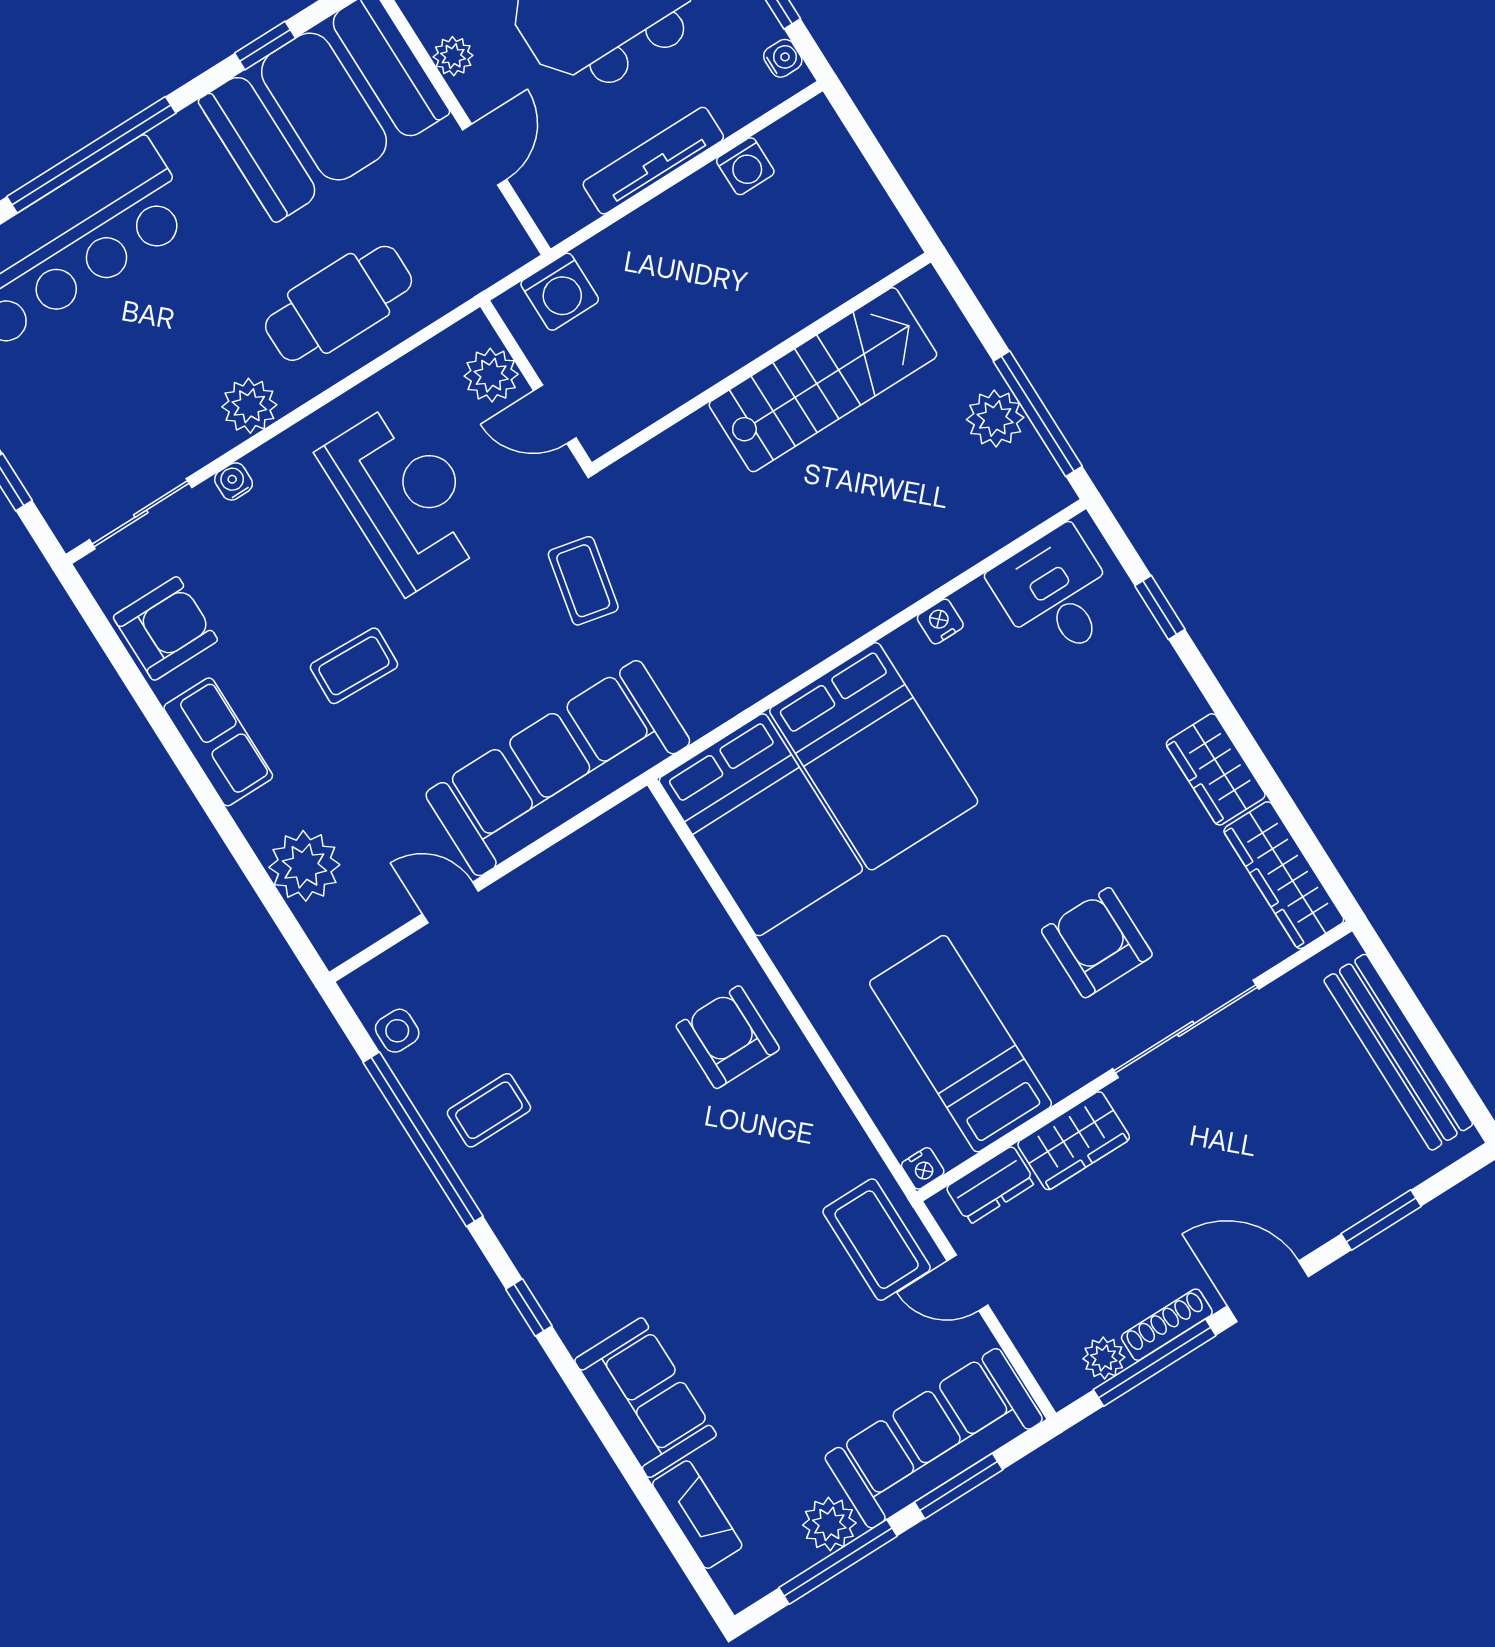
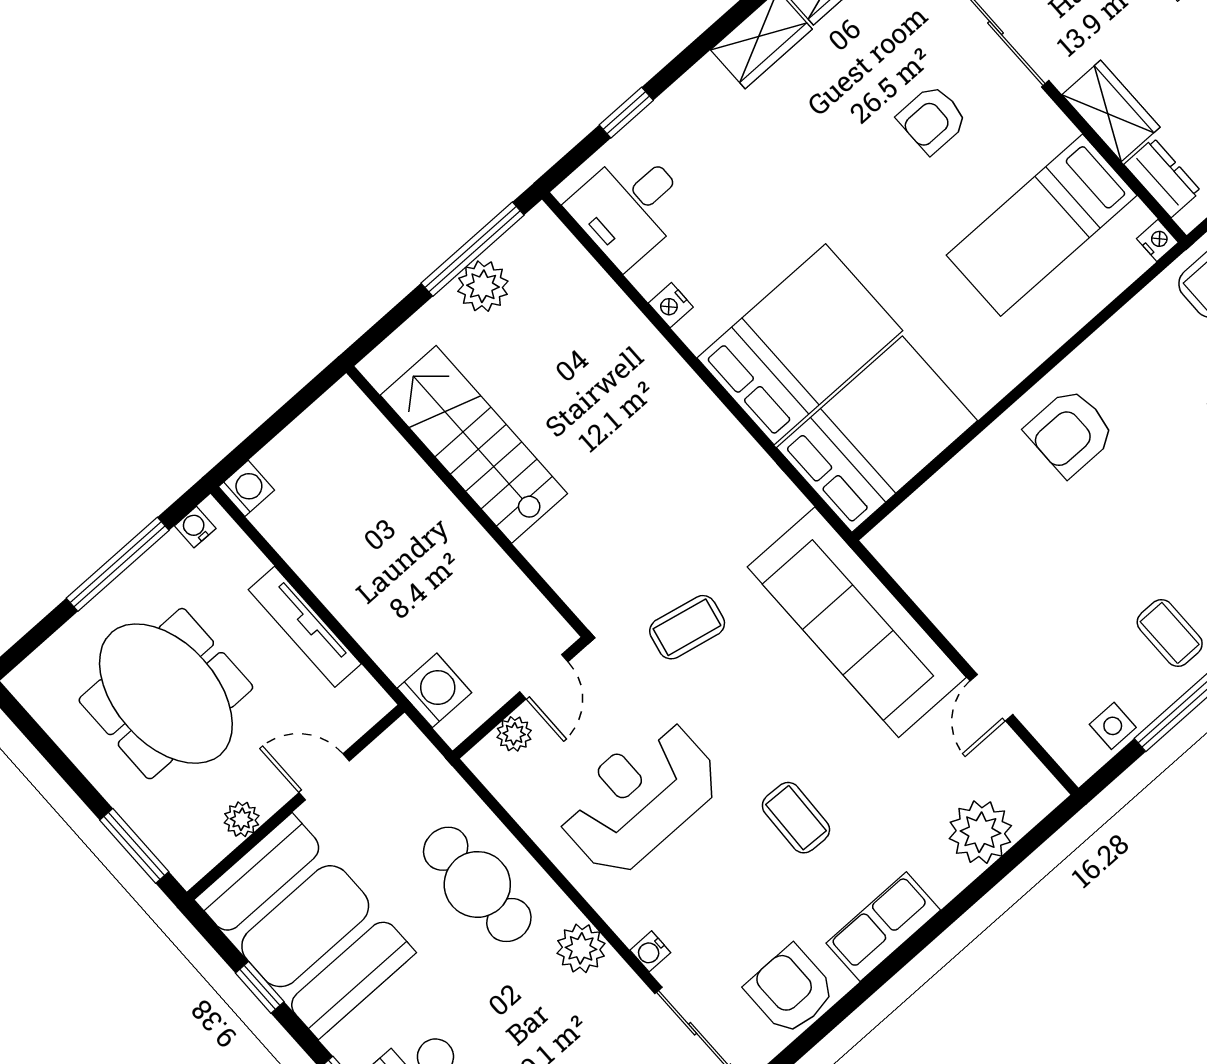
washing machine: (745, 166) -> (247, 488), moved
plant: (491, 375) -> (514, 734), width x0.73, depth x0.73
armchair: (1097, 943) -> (932, 119), width x0.72, depth x0.72

